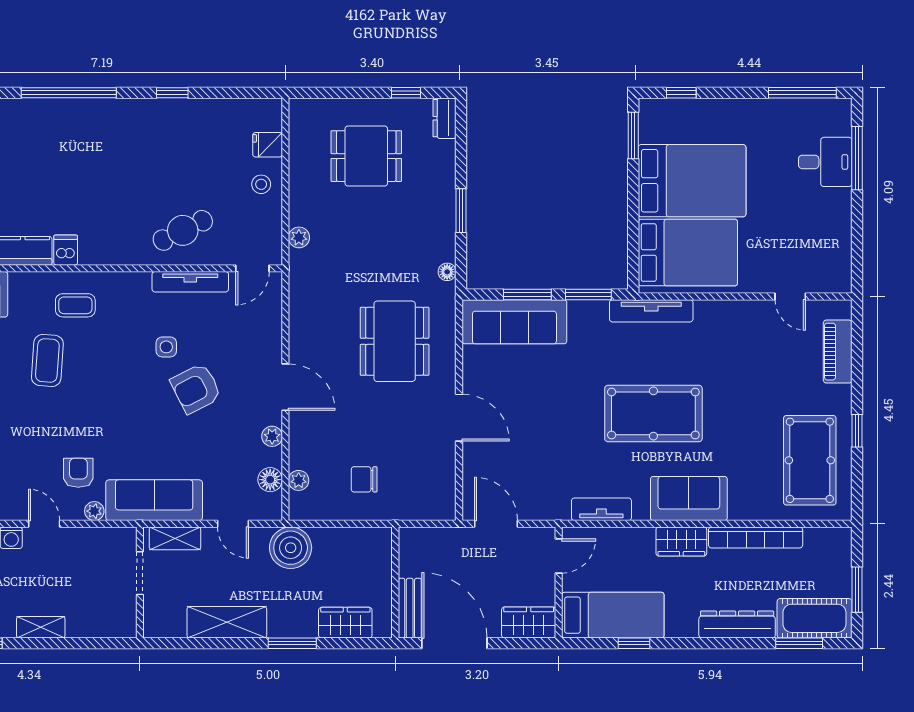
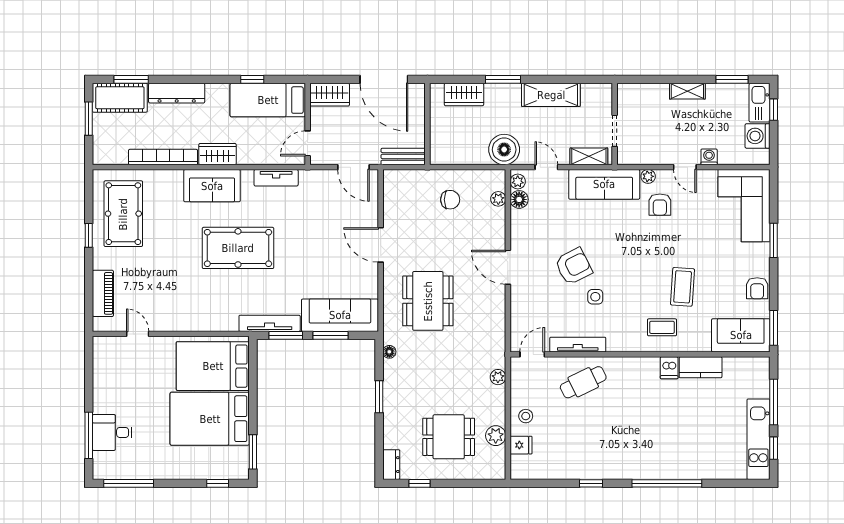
plant: (302, 158) -> (496, 436), added
tv unit: (651, 311) -> (270, 323), moved
plant: (272, 436) -> (518, 181), moved
bench: (410, 608) -> (403, 156), moved, turned 90

